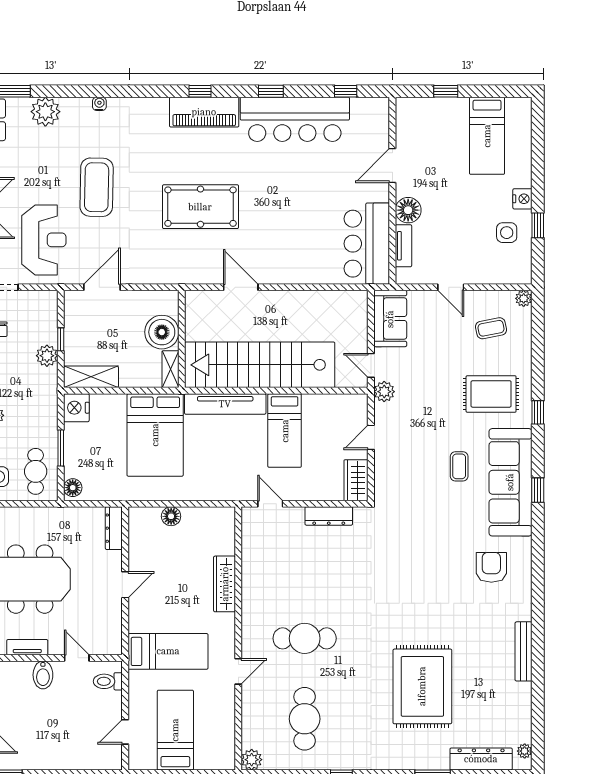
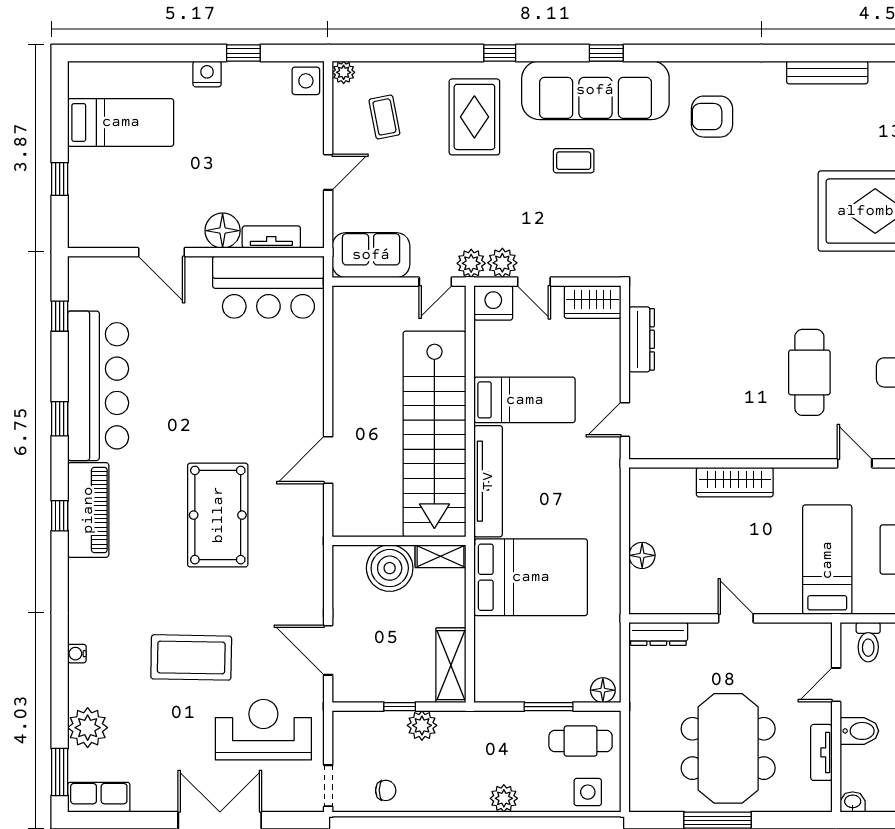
side table: (507, 233) -> (306, 81), moved
nightstand: (76, 408) -> (493, 303), moved, turned 180
plant: (385, 414) -> (502, 263), added

